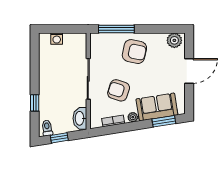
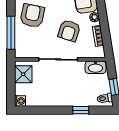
washing machine: (57, 39) -> (20, 101), moved
shower: (73, 42) -> (23, 74), added

